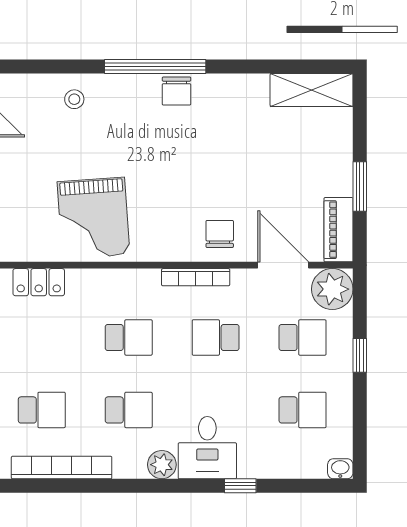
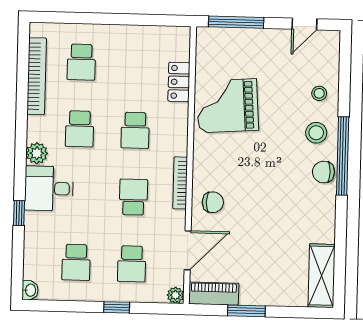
stool: (126, 102) -> (316, 133), added
locker: (39, 282) -> (179, 82), moved
plant: (332, 289) -> (175, 295), width x0.53, depth x0.53

